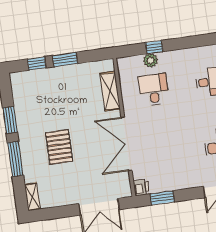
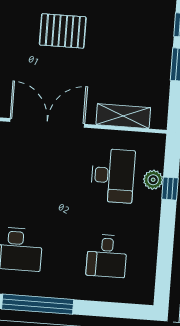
desk: (154, 90) -> (113, 176), width x1.37

